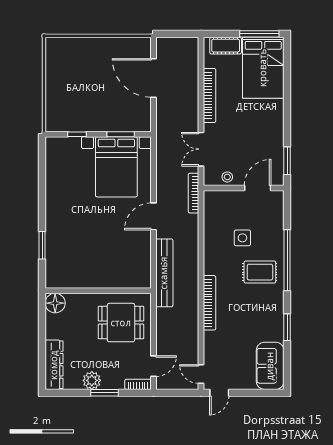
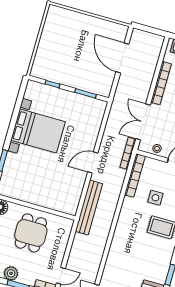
double door: (201, 149) -> (143, 122), width x1.37
bed with nightstands: (116, 167) -> (38, 131), moved, turned -90
bookcase: (209, 303) -> (135, 175), moved
dining table: (121, 323) -> (31, 233), moved, turned 90

